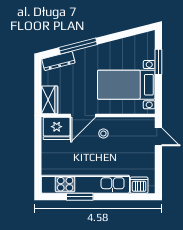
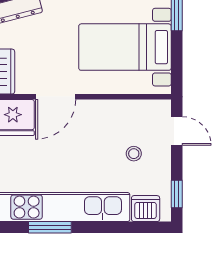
stool: (103, 134) -> (134, 154), moved
window: (158, 176) -> (177, 194), added

